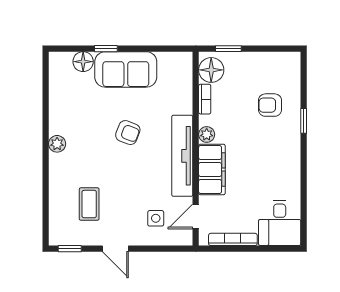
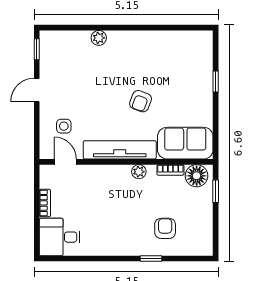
floor lamp: (83, 62) -> (204, 61), removed
sofa: (126, 69) -> (185, 143), moved, turned 90
plant: (57, 144) -> (99, 38), moved
filing cabinet: (212, 169) -> (107, 176), removed
coffee table: (89, 204) -> (77, 67), removed
bookcase: (233, 239) -> (45, 203), width x0.64

